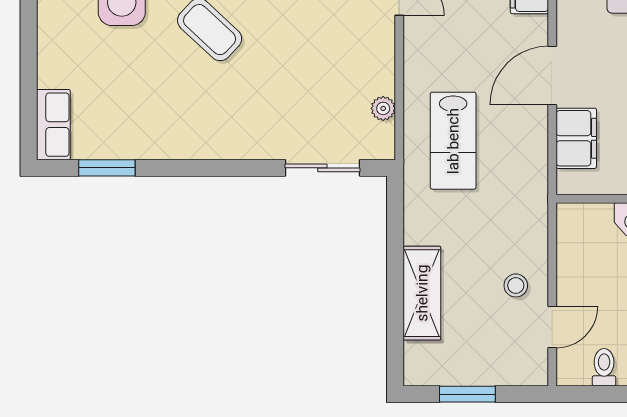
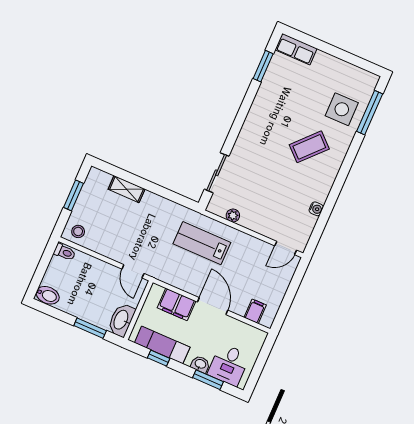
stool: (516, 285) -> (78, 231), moved
shelving: (422, 293) -> (127, 189), width x0.67, depth x0.75
door: (552, 327) -> (133, 271), moved
toilet: (604, 367) -> (65, 252), moved

